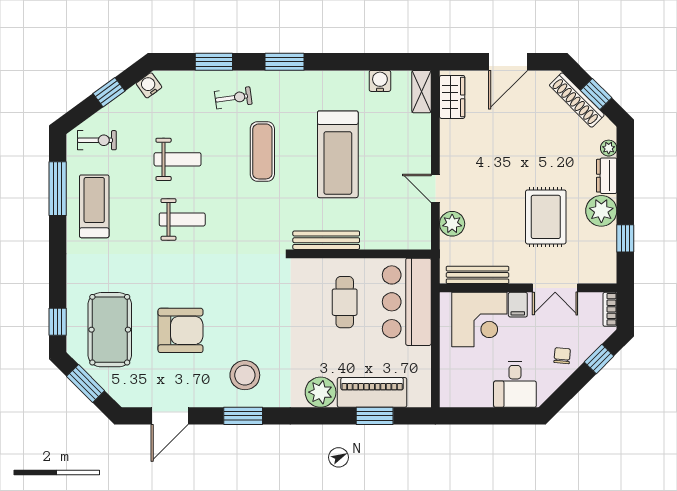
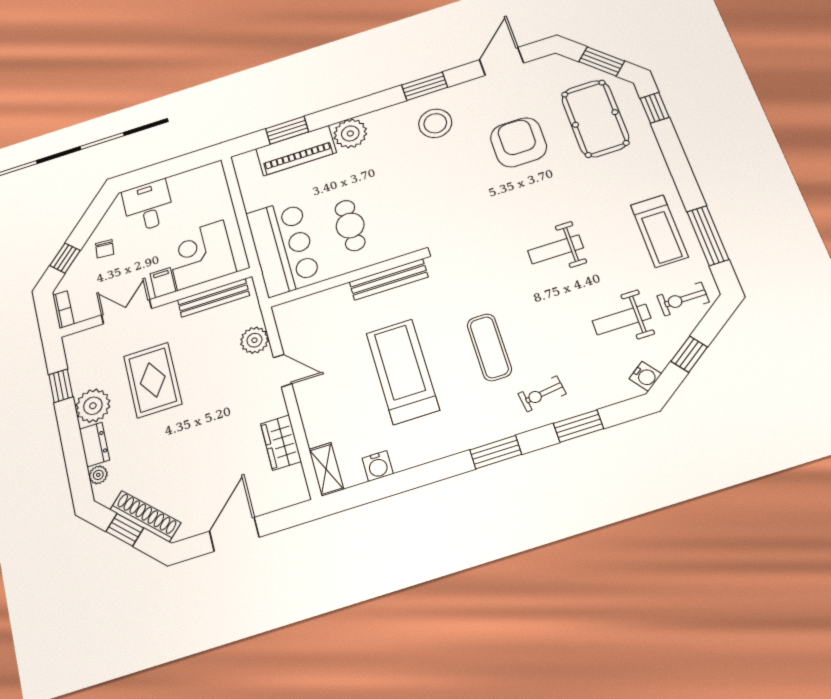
wardrobe: (452, 97) -> (281, 443), moved
weight bench: (178, 159) -> (622, 319), moved
armchair: (181, 330) -> (519, 142), turned 90

